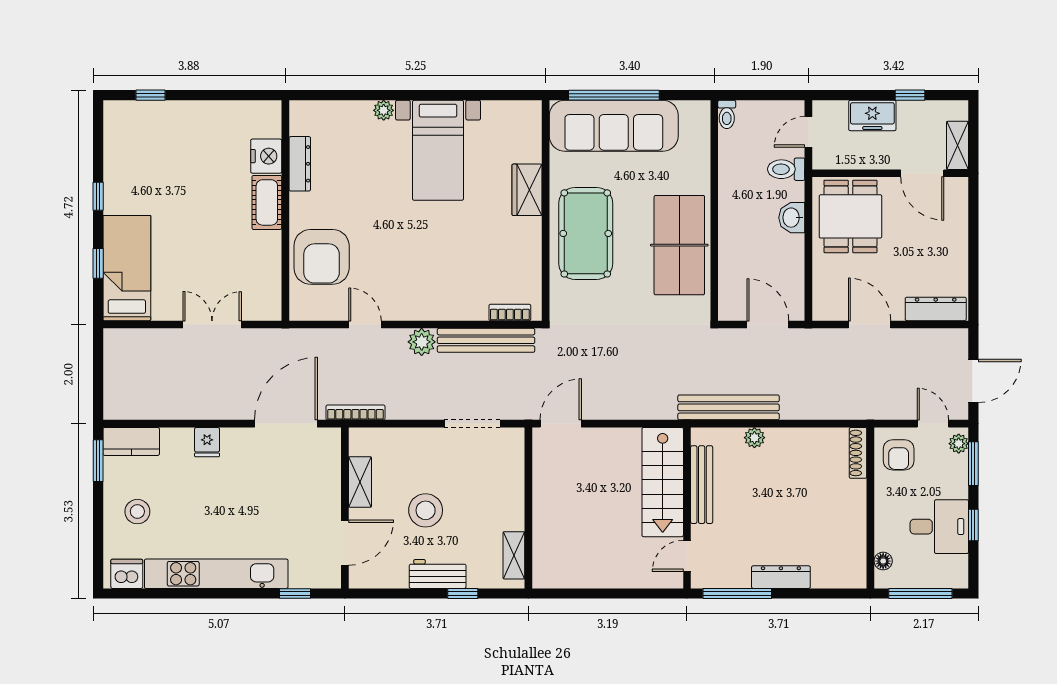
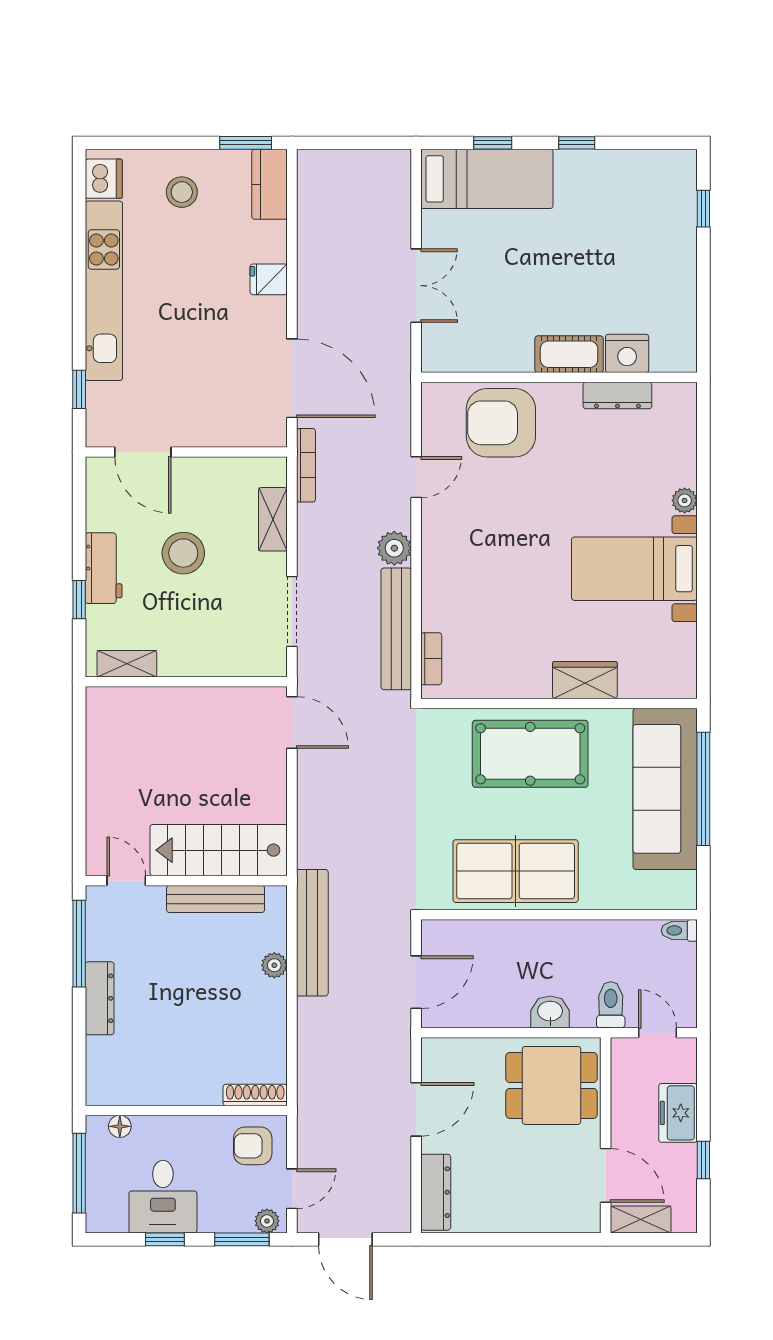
door: (922, 173) -> (606, 1175), swing flipped
shelving: (360, 482) -> (273, 519), moved, turned 90

